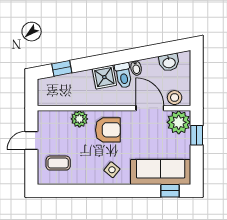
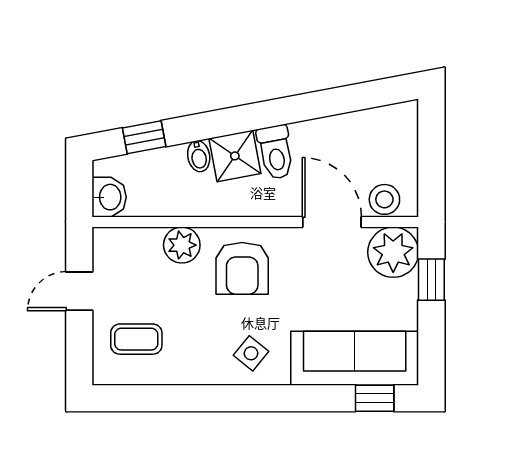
washbasin: (169, 62) -> (109, 197), moved, turned -79
bidet: (136, 68) -> (199, 156), moved
armchair: (108, 130) -> (242, 268), turned 90

